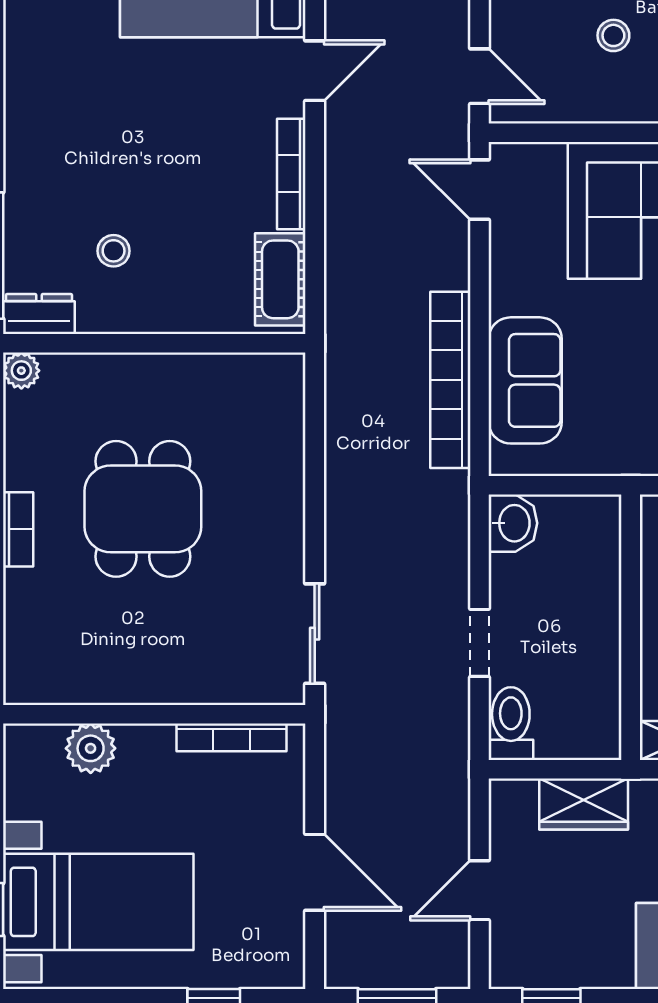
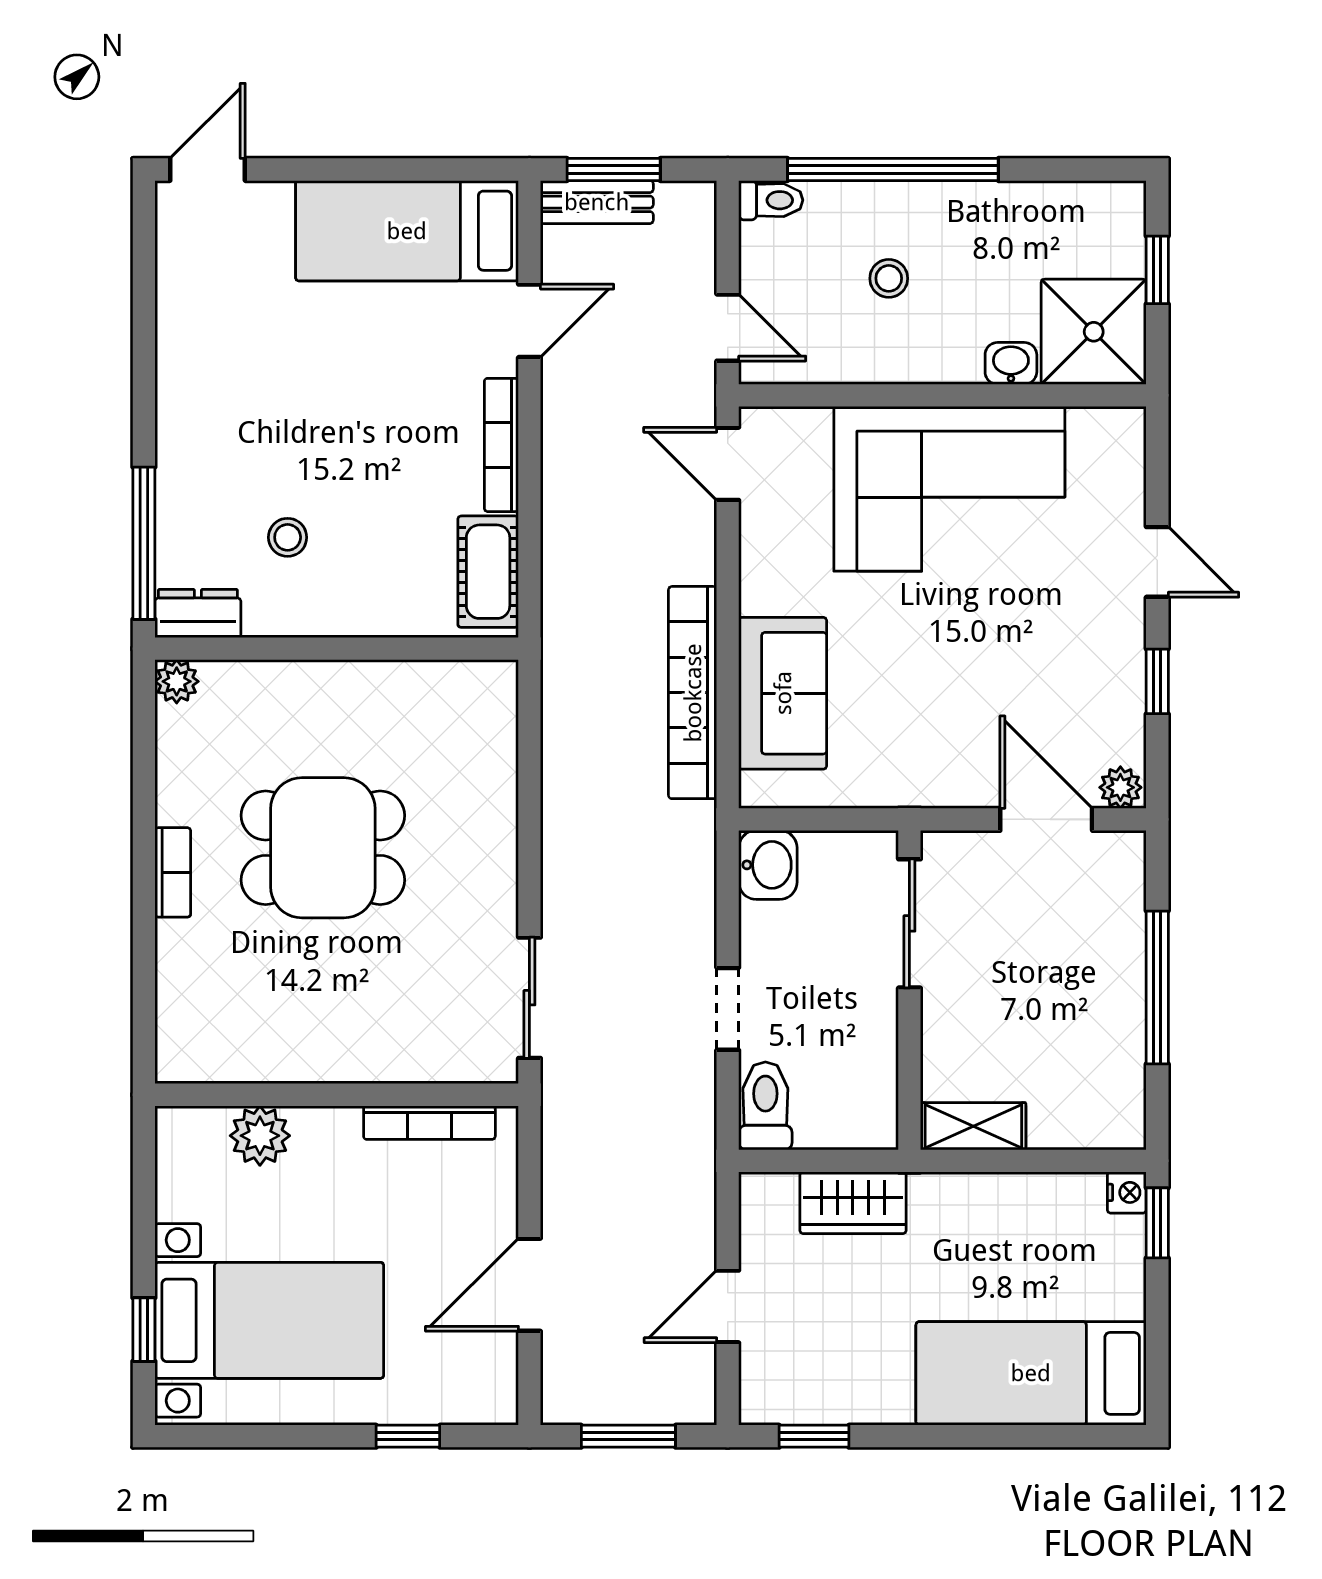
dining table: (143, 509) -> (323, 848), turned 90
sliding door: (631, 572) -> (909, 923), added
door: (315, 872) -> (529, 1285), swing flipped

